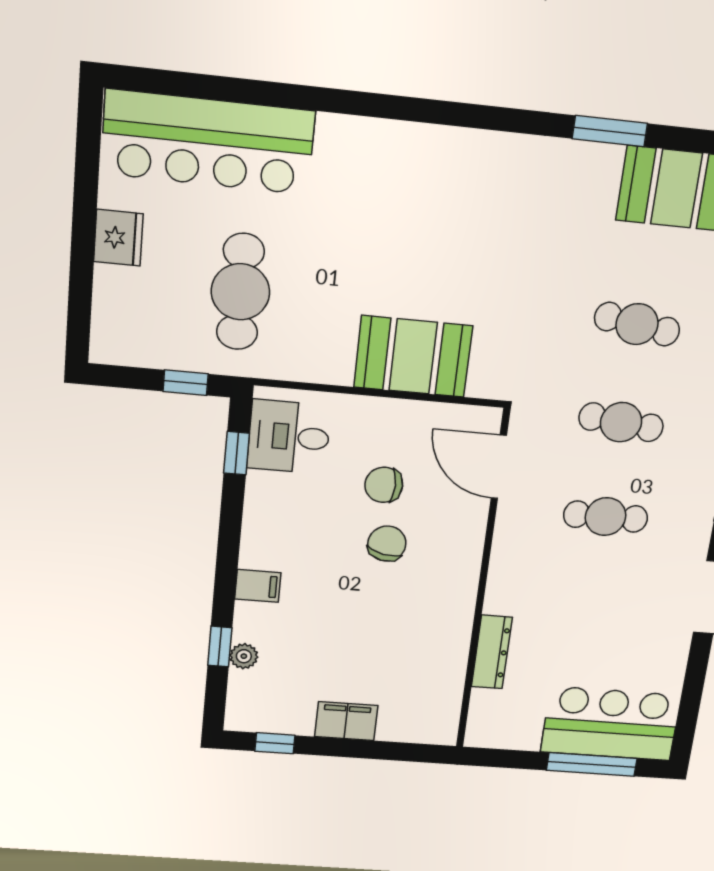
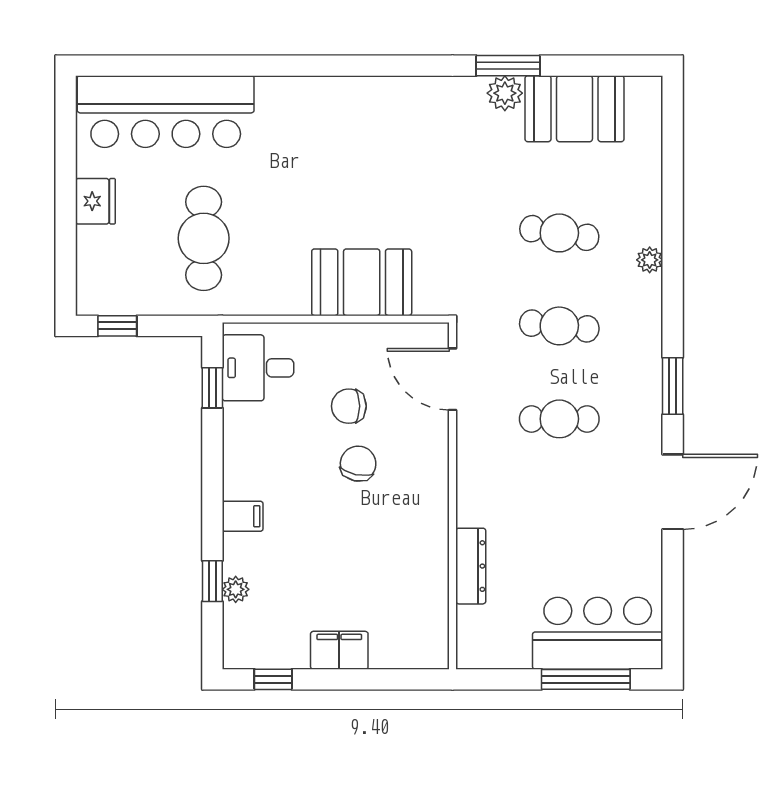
plant: (601, 163) -> (505, 93), added
window: (186, 383) -> (117, 326), moved

